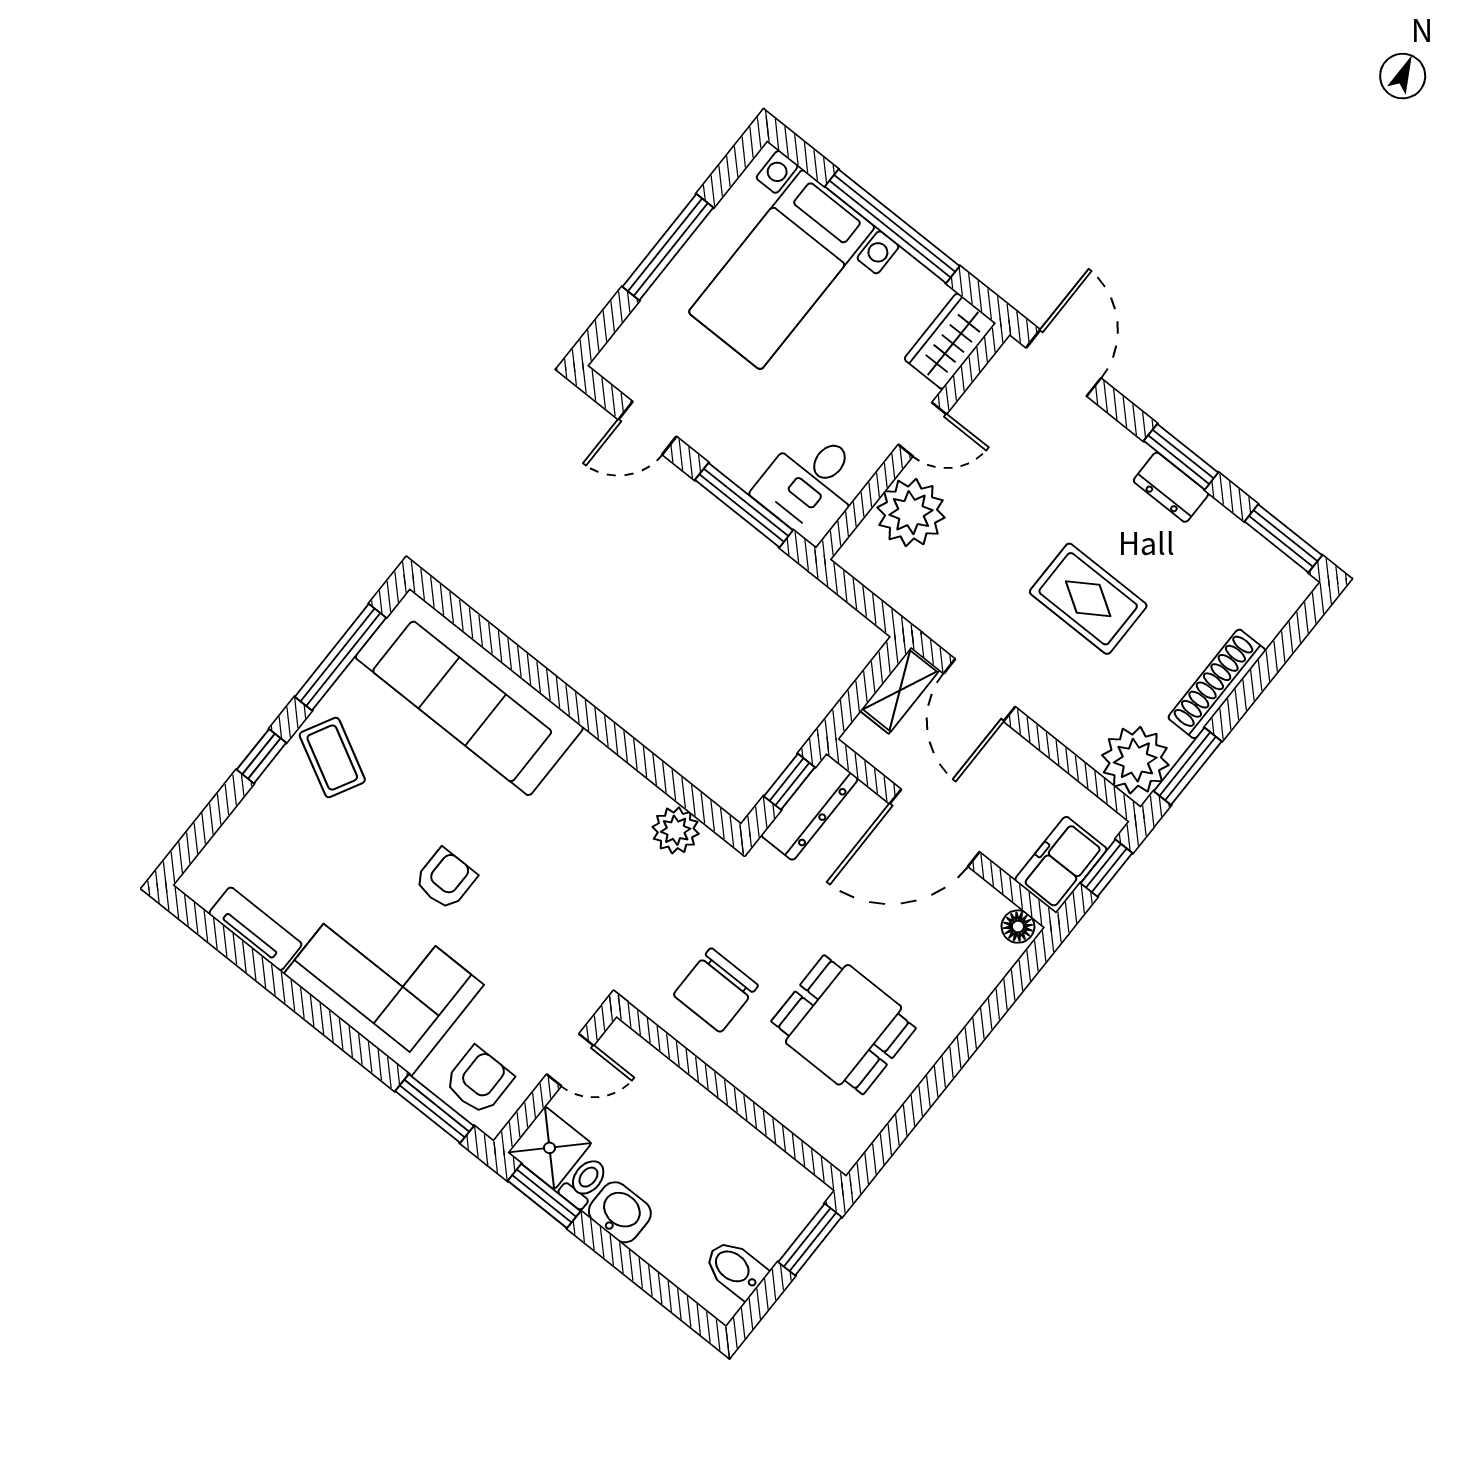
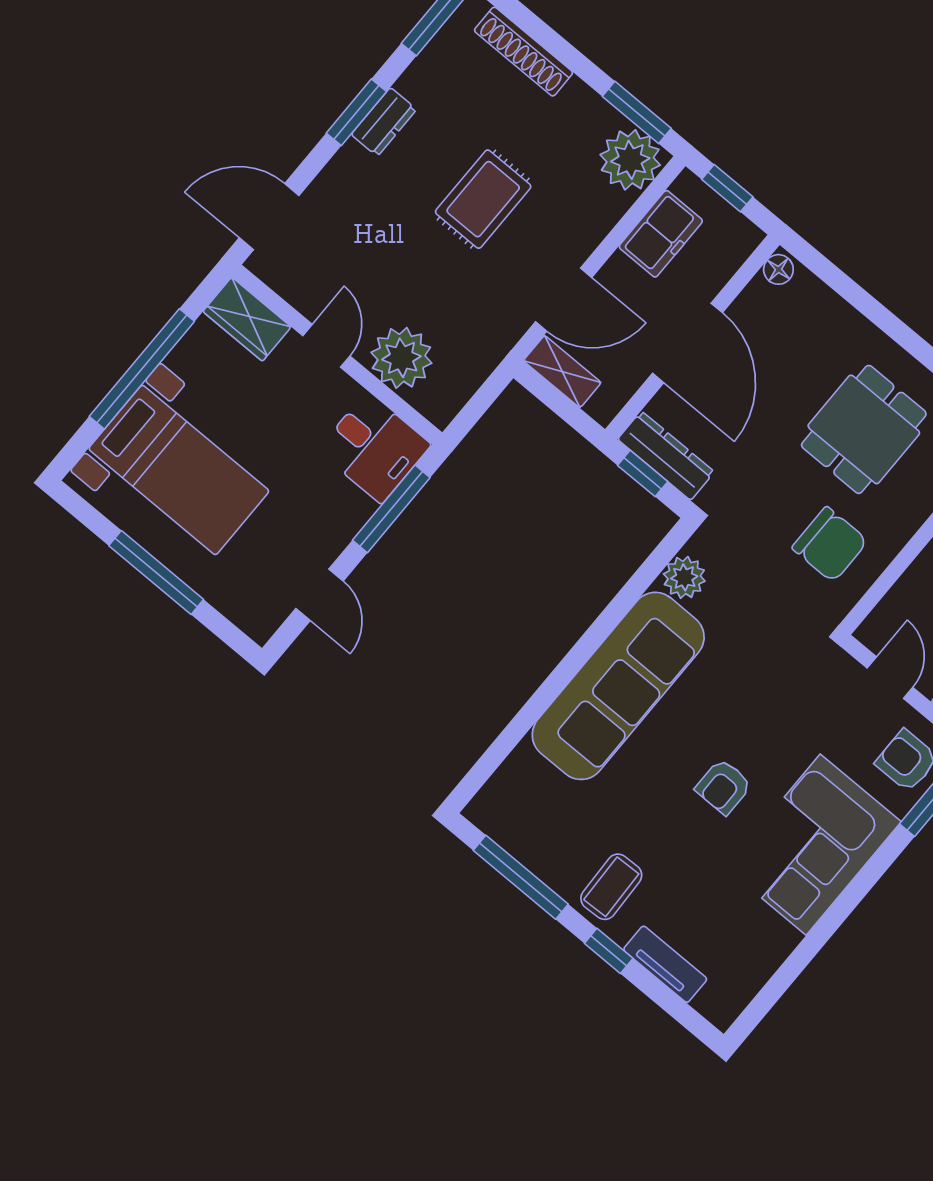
shoe rack: (1217, 684) -> (523, 52), moved
sofa: (469, 692) -> (618, 686), moved
coffee table: (332, 758) -> (611, 887), turned -30
freezer: (1061, 864) -> (661, 234), moved, turned -90
armchair: (446, 879) -> (724, 787), turned -90
tv unit: (255, 929) -> (665, 964), moved, turned 90

